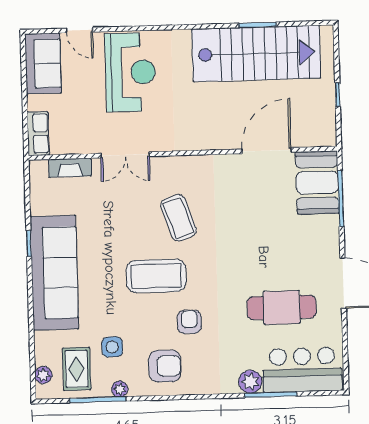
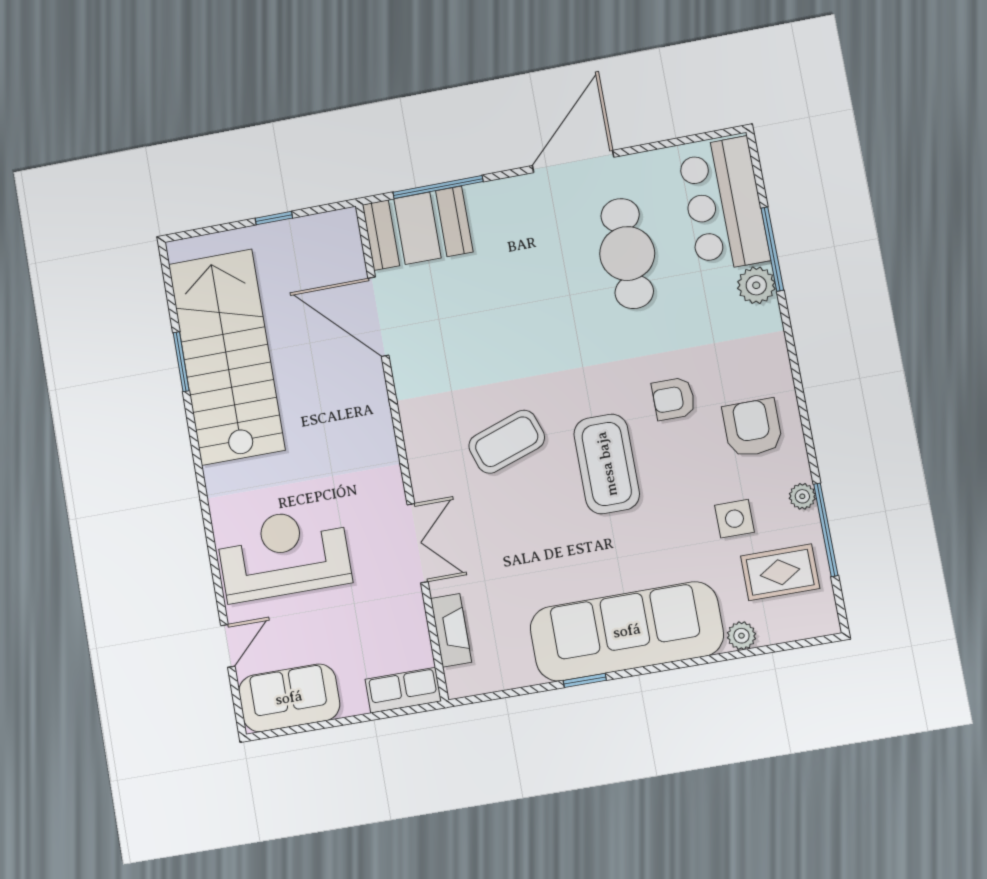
plant: (43, 375) -> (741, 636), moved

